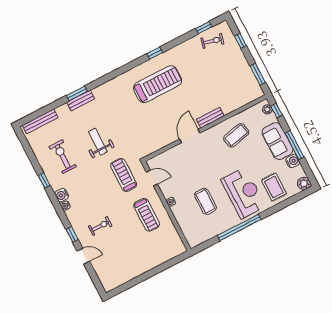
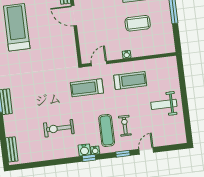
bench: (40, 121) -> (12, 149), width x0.73
weight bench: (98, 142) -> (164, 104), moved
exercise bike: (63, 157) -> (59, 128), moved
window: (44, 180) -> (89, 158), moved
exercise mat: (89, 210) -> (107, 130), added

